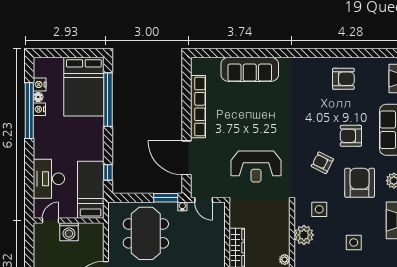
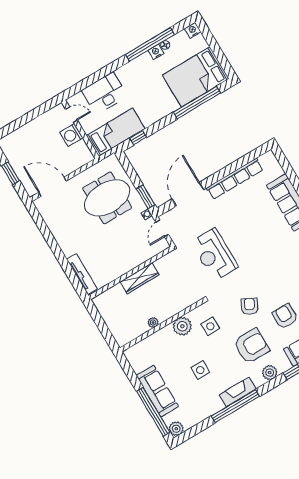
nightstand: (40, 85) -> (193, 30), moved

